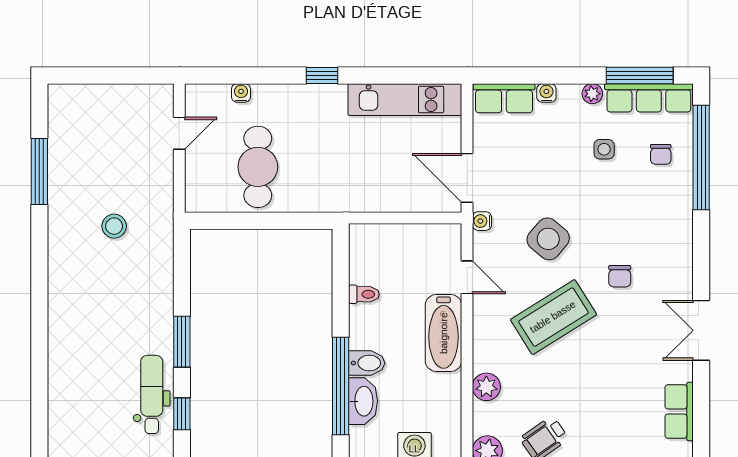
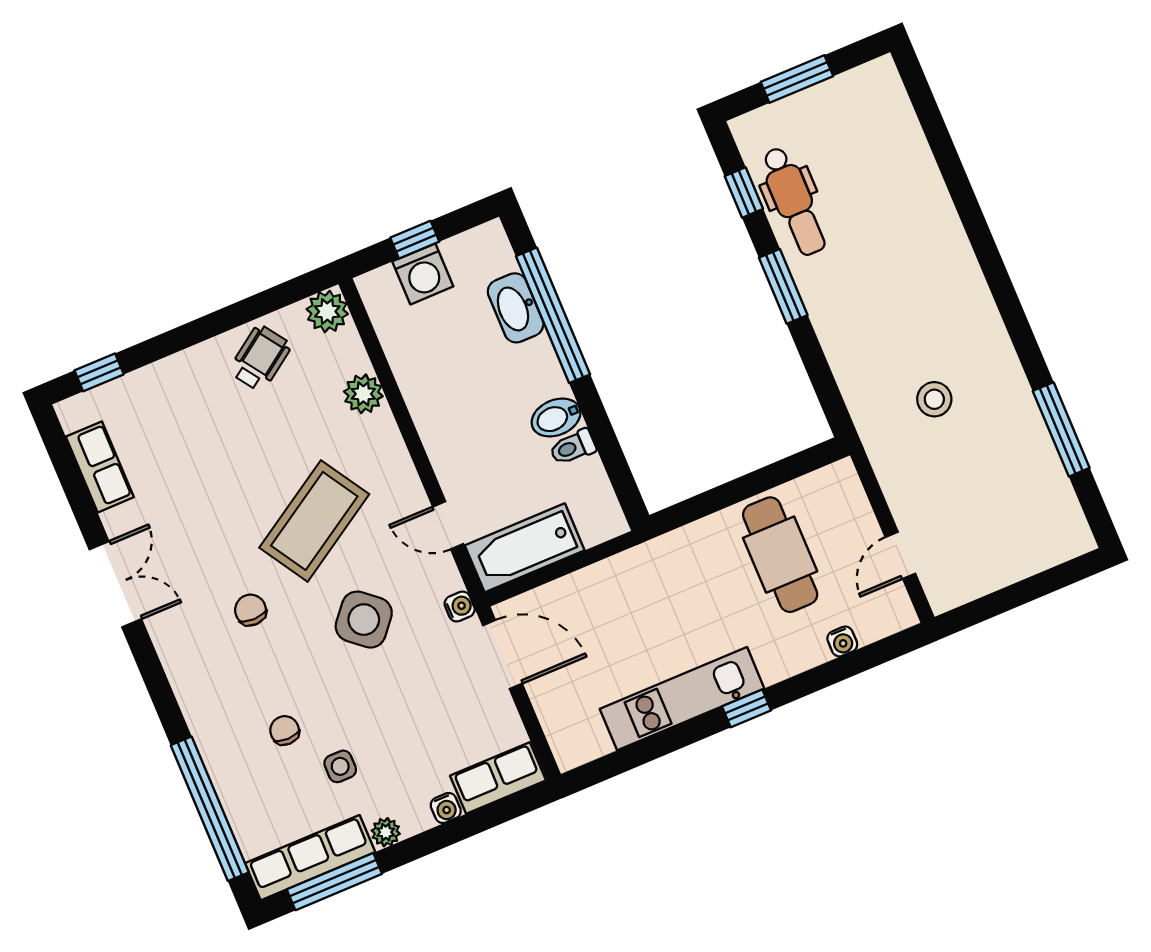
kitchen unit: (405, 100) -> (682, 699), moved
chair: (661, 154) -> (285, 730), moved
bathtub: (444, 333) -> (525, 548), moved, turned -90
bidet: (367, 363) -> (556, 418), moved

